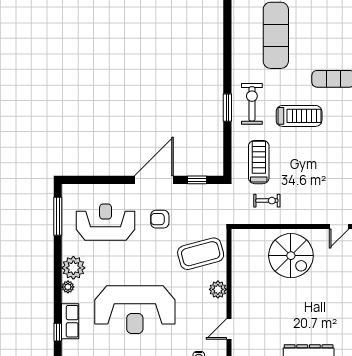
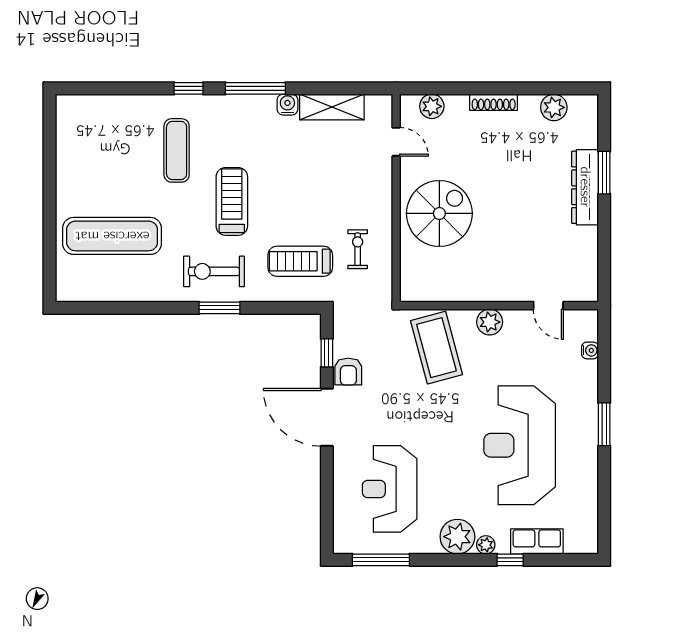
armchair: (160, 219) -> (348, 372), moved
reception desk: (135, 310) -> (520, 445), turned 180
window: (58, 332) -> (510, 560), moved

